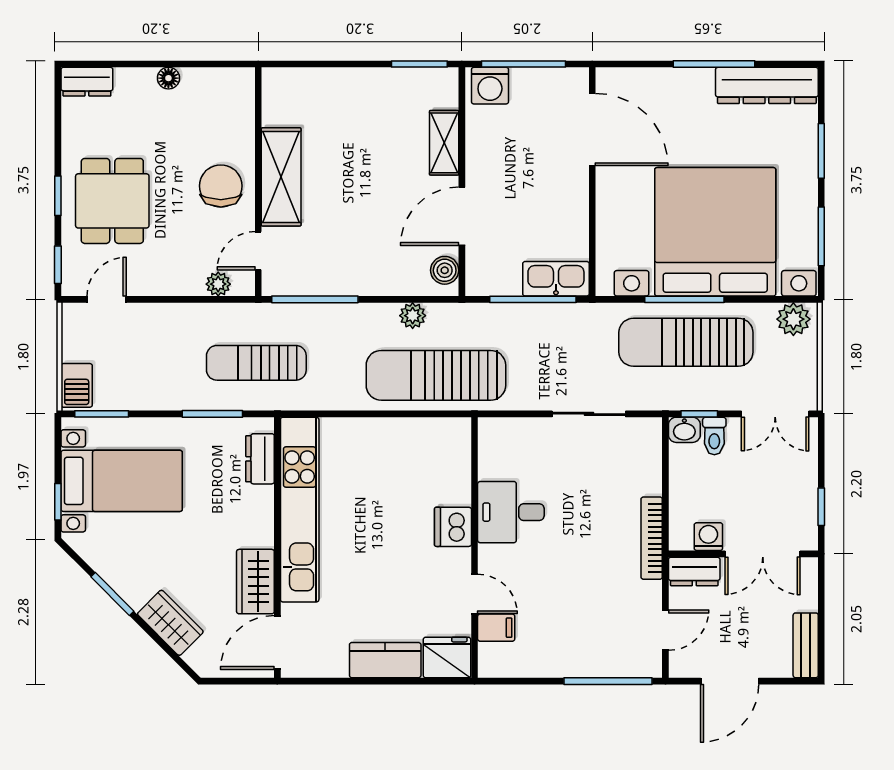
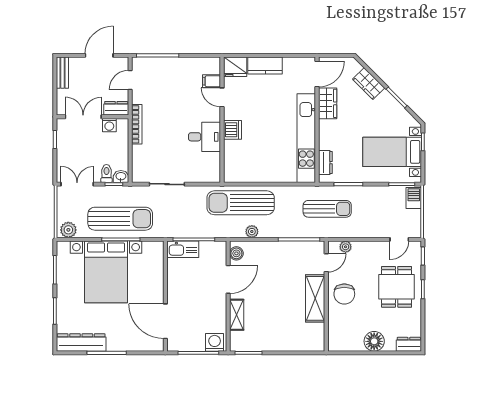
floor lamp: (168, 78) -> (374, 341), width x1.89, depth x1.89
bed with nightstands: (715, 232) -> (106, 272), width x0.73
sun lounger: (436, 375) -> (241, 203), turned 180

